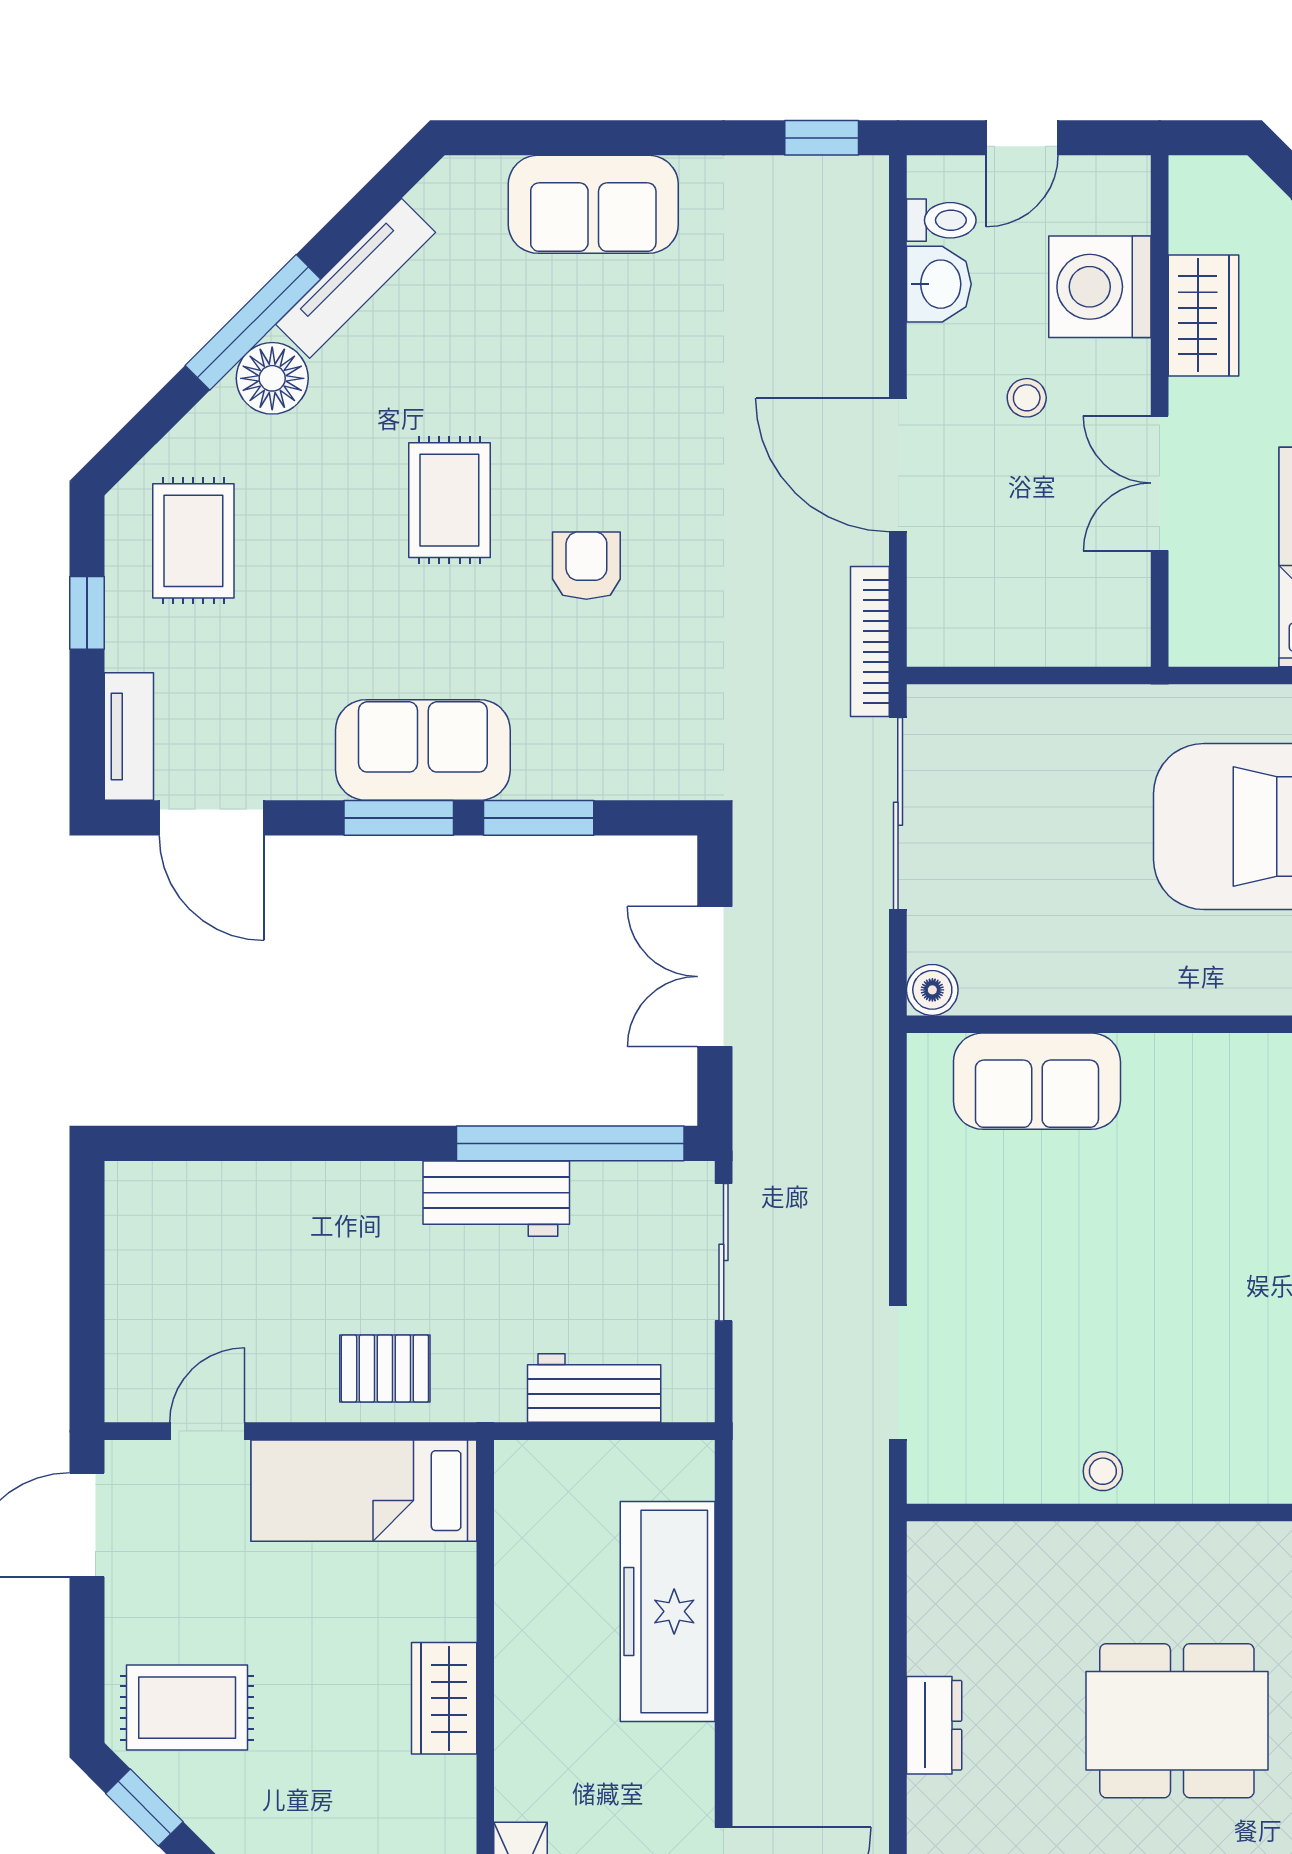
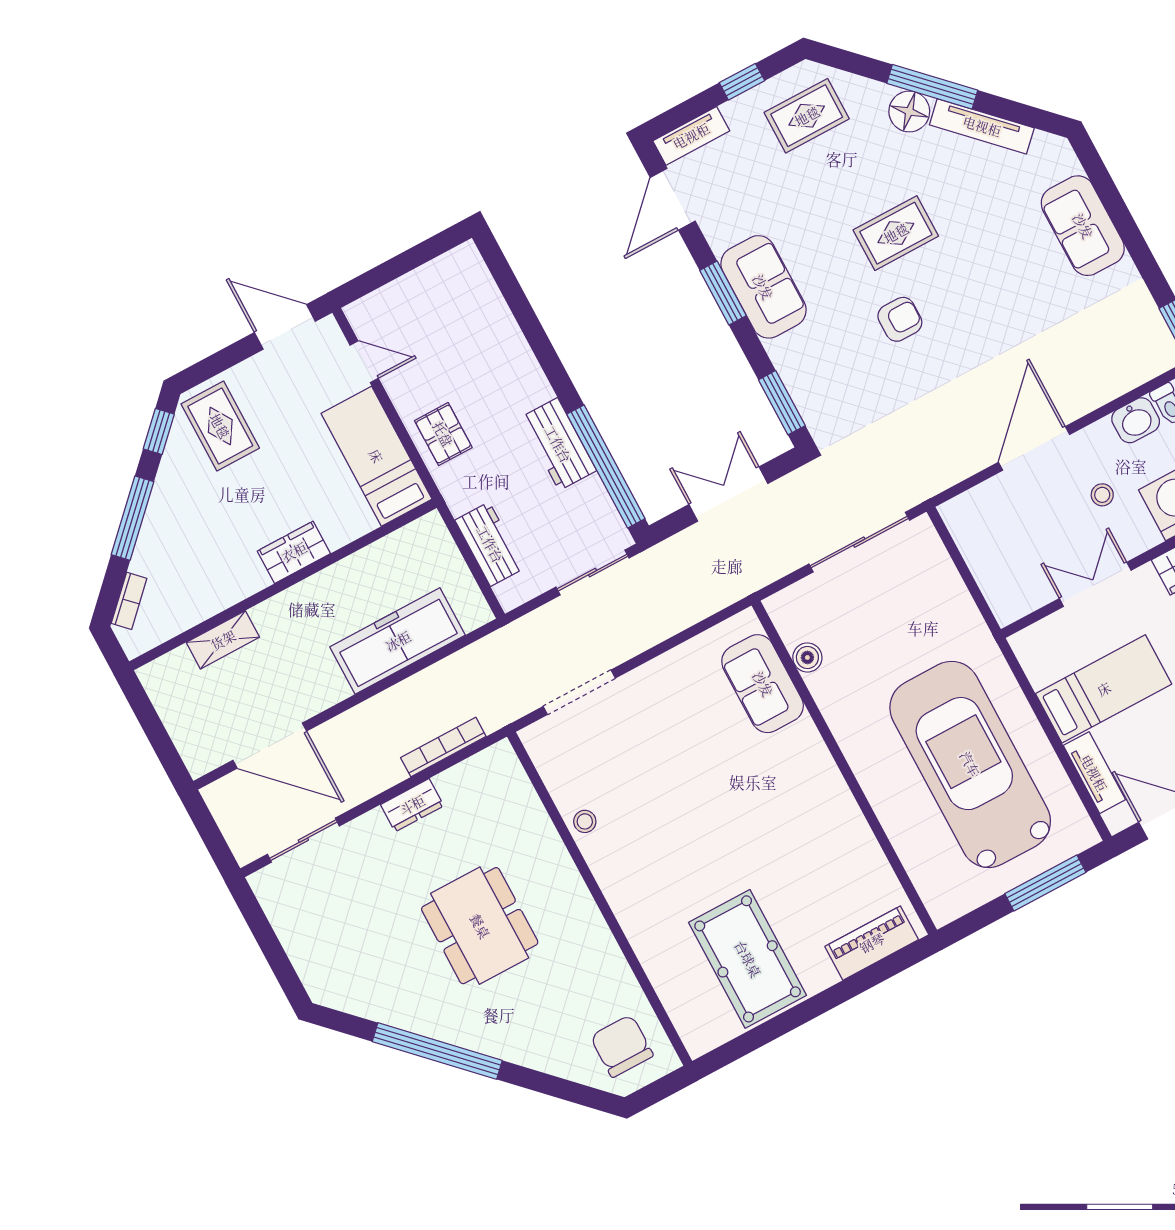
bookcase: (870, 642) -> (443, 747), moved
window: (539, 818) -> (782, 403), moved
boiler: (932, 990) -> (807, 657), moved

